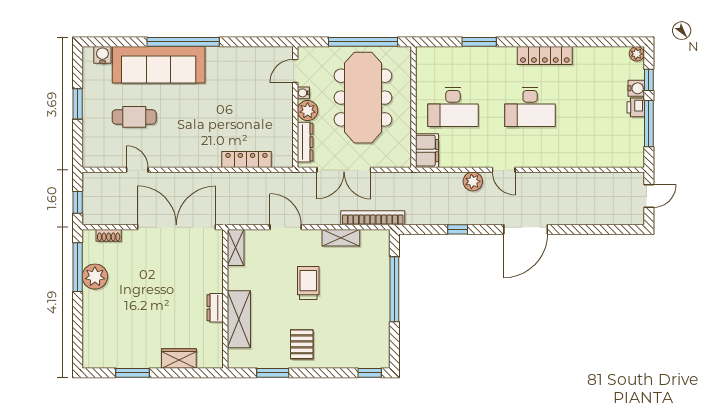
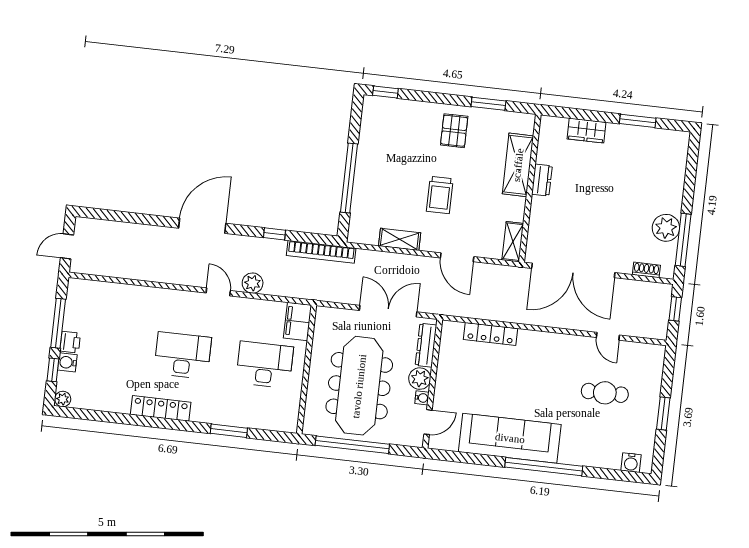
sofa: (159, 65) -> (510, 438), moved
bookcase: (373, 218) -> (321, 252), moved

